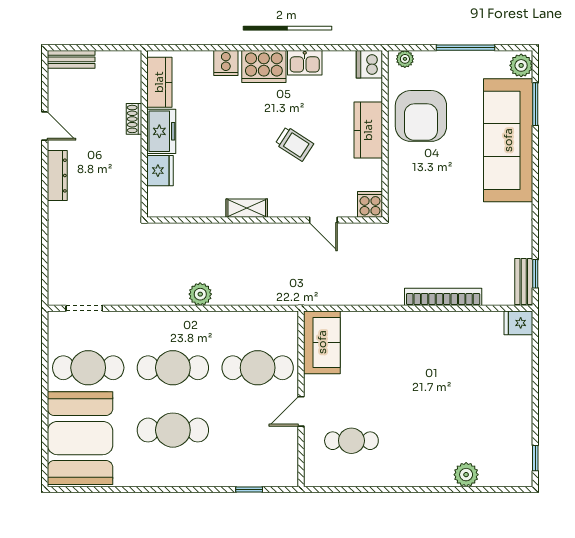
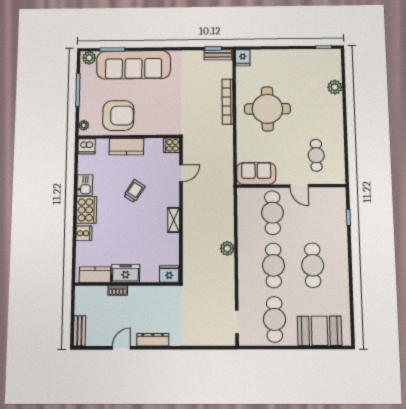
fridge: (160, 171) -> (169, 274), moved
round table: (430, 363) -> (267, 109), added
booth: (80, 438) -> (320, 331), width x0.73, depth x0.70

